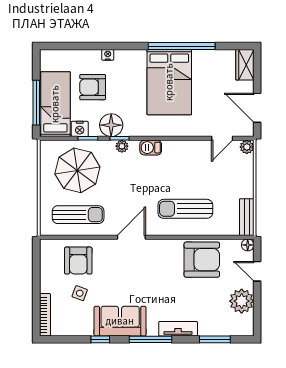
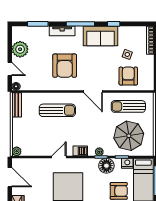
door: (222, 138) -> (59, 157), moved
door: (131, 237) -> (93, 92), hinge flipped
armchair: (202, 260) -> (65, 66), moved, turned -90

